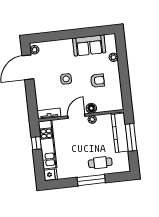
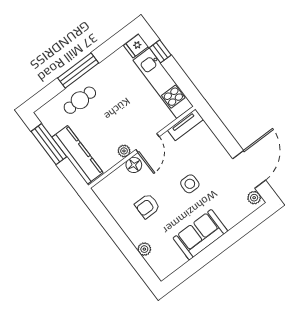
sofa: (89, 45) -> (200, 235), moved
window: (131, 137) -> (49, 144), moved
window: (36, 143) -> (160, 51), moved

